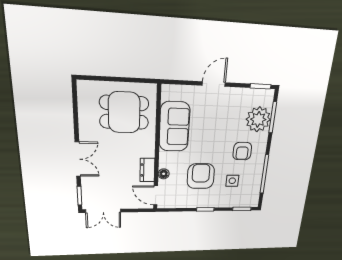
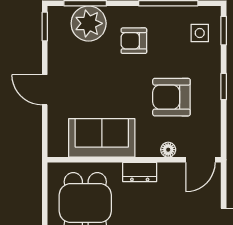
armchair: (242, 151) -> (134, 41), turned 180
dresser: (147, 170) -> (140, 172), moved
side table: (232, 181) -> (200, 33), moved

